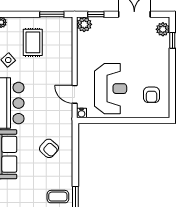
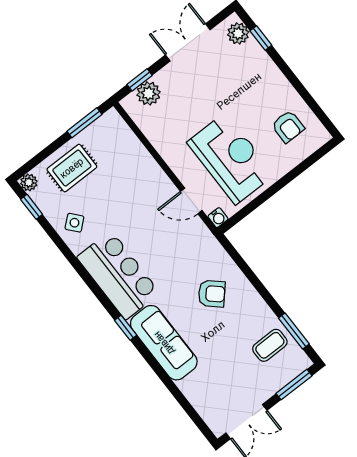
plant: (84, 24) -> (149, 93), moved
rug: (33, 42) -> (72, 168), moved, turned 90

